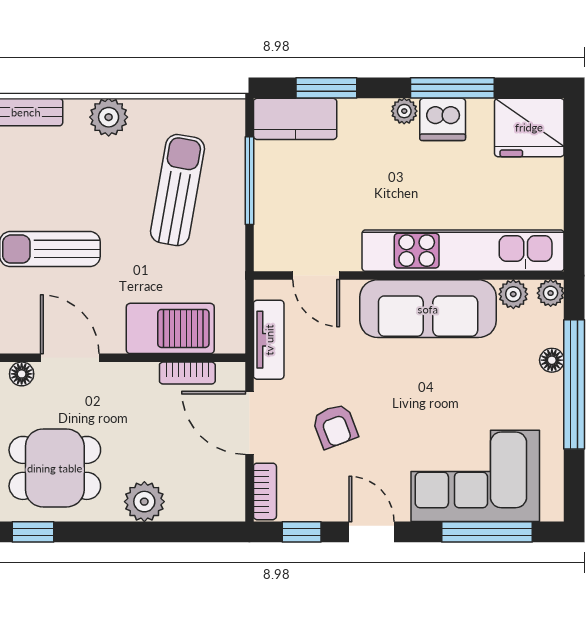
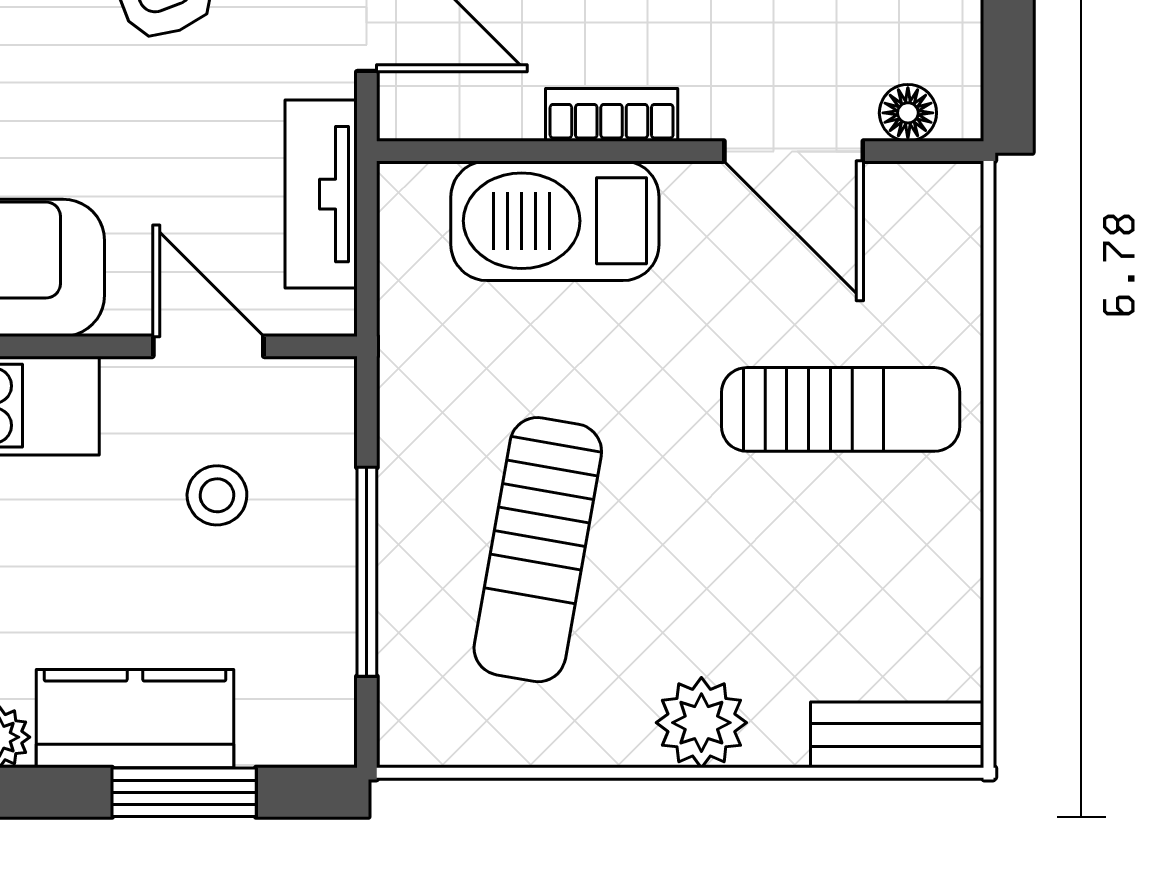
kitchen counter: (295, 119) -> (135, 719), moved
stool: (313, 213) -> (217, 495), added
bookcase: (187, 373) -> (612, 115), moved

